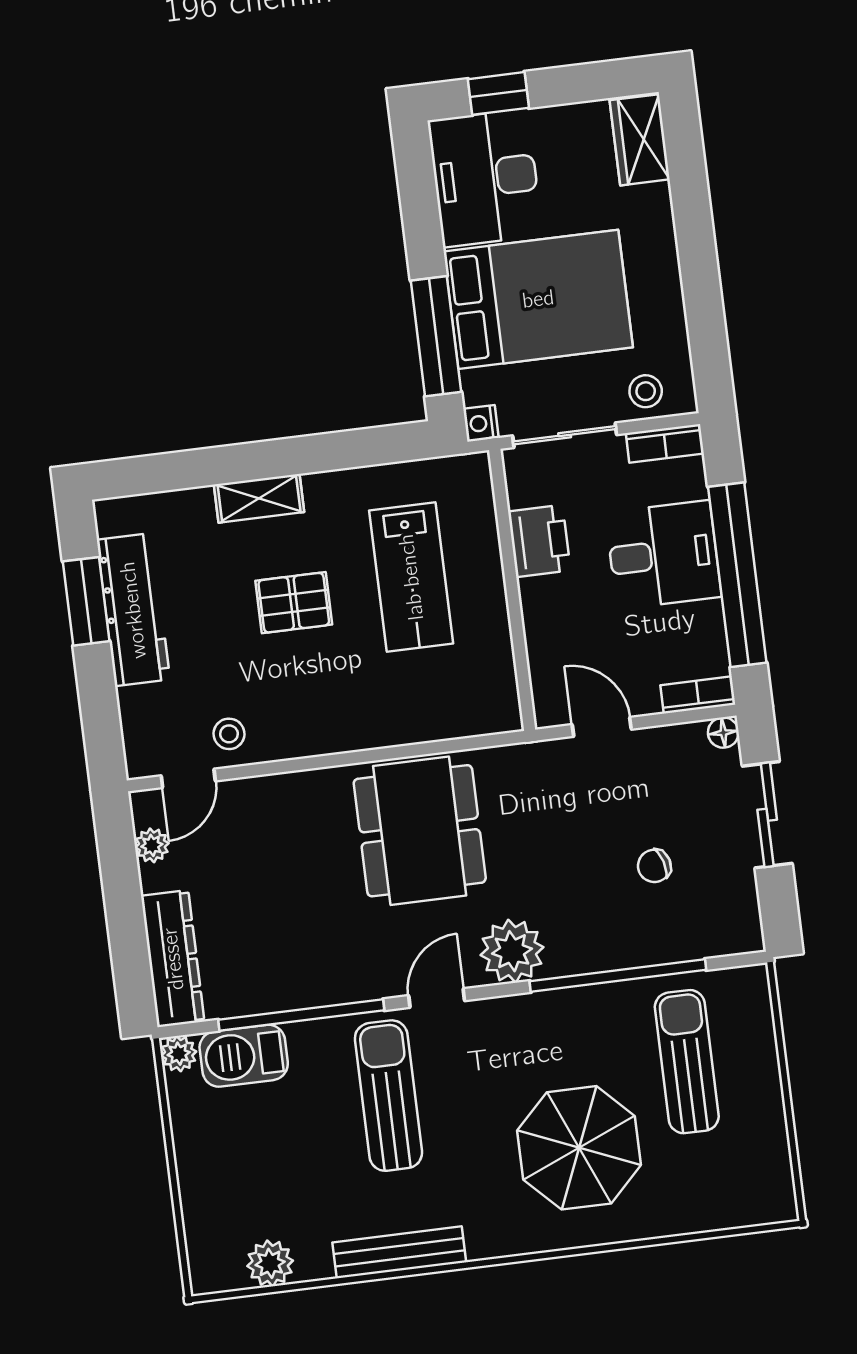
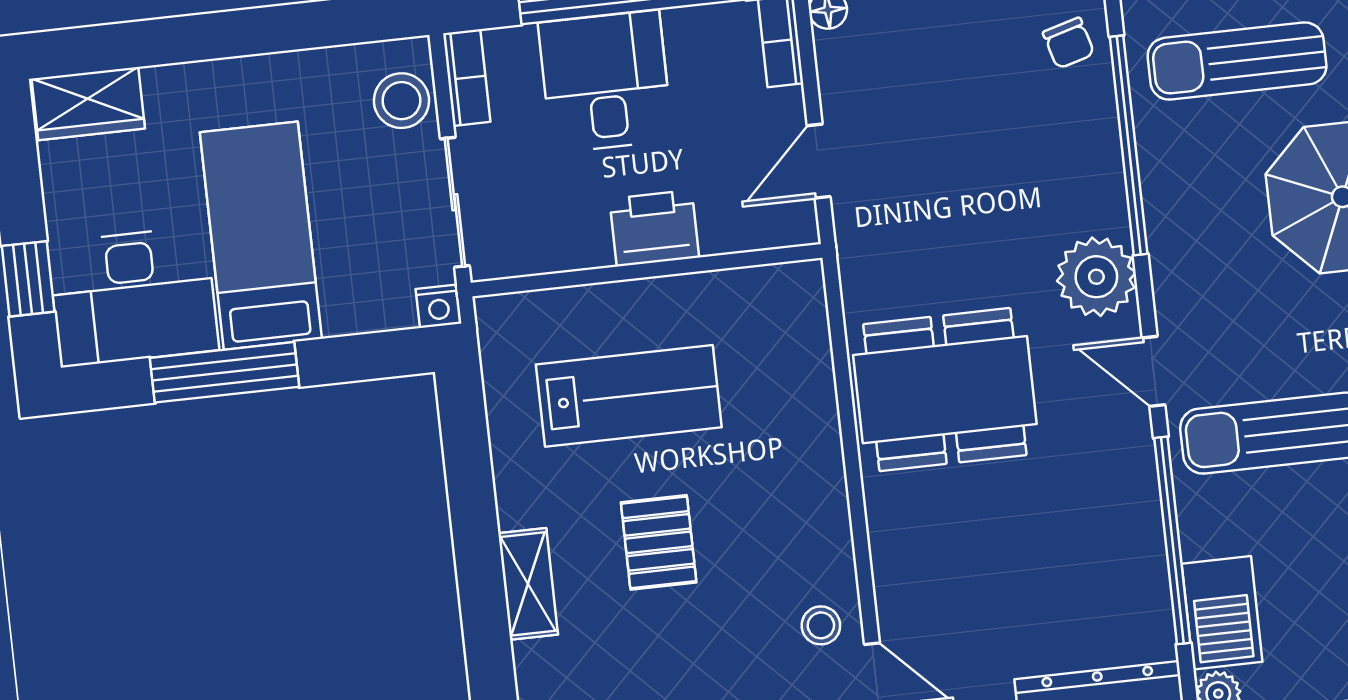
bed: (538, 299) -> (261, 236), width x0.67
window: (436, 336) -> (225, 372), moved
stool: (646, 391) -> (401, 101), width x1.37, depth x1.37
printer: (539, 541) -> (654, 228), moved
chair: (654, 866) -> (1069, 43), moved

